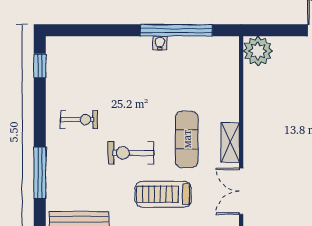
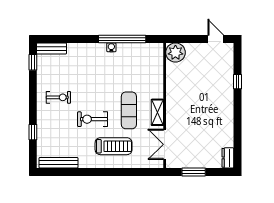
bench: (68, 45) -> (52, 49), added
window: (40, 173) -> (33, 132), width x0.46
treadmill: (163, 194) -> (114, 146), turned 180

